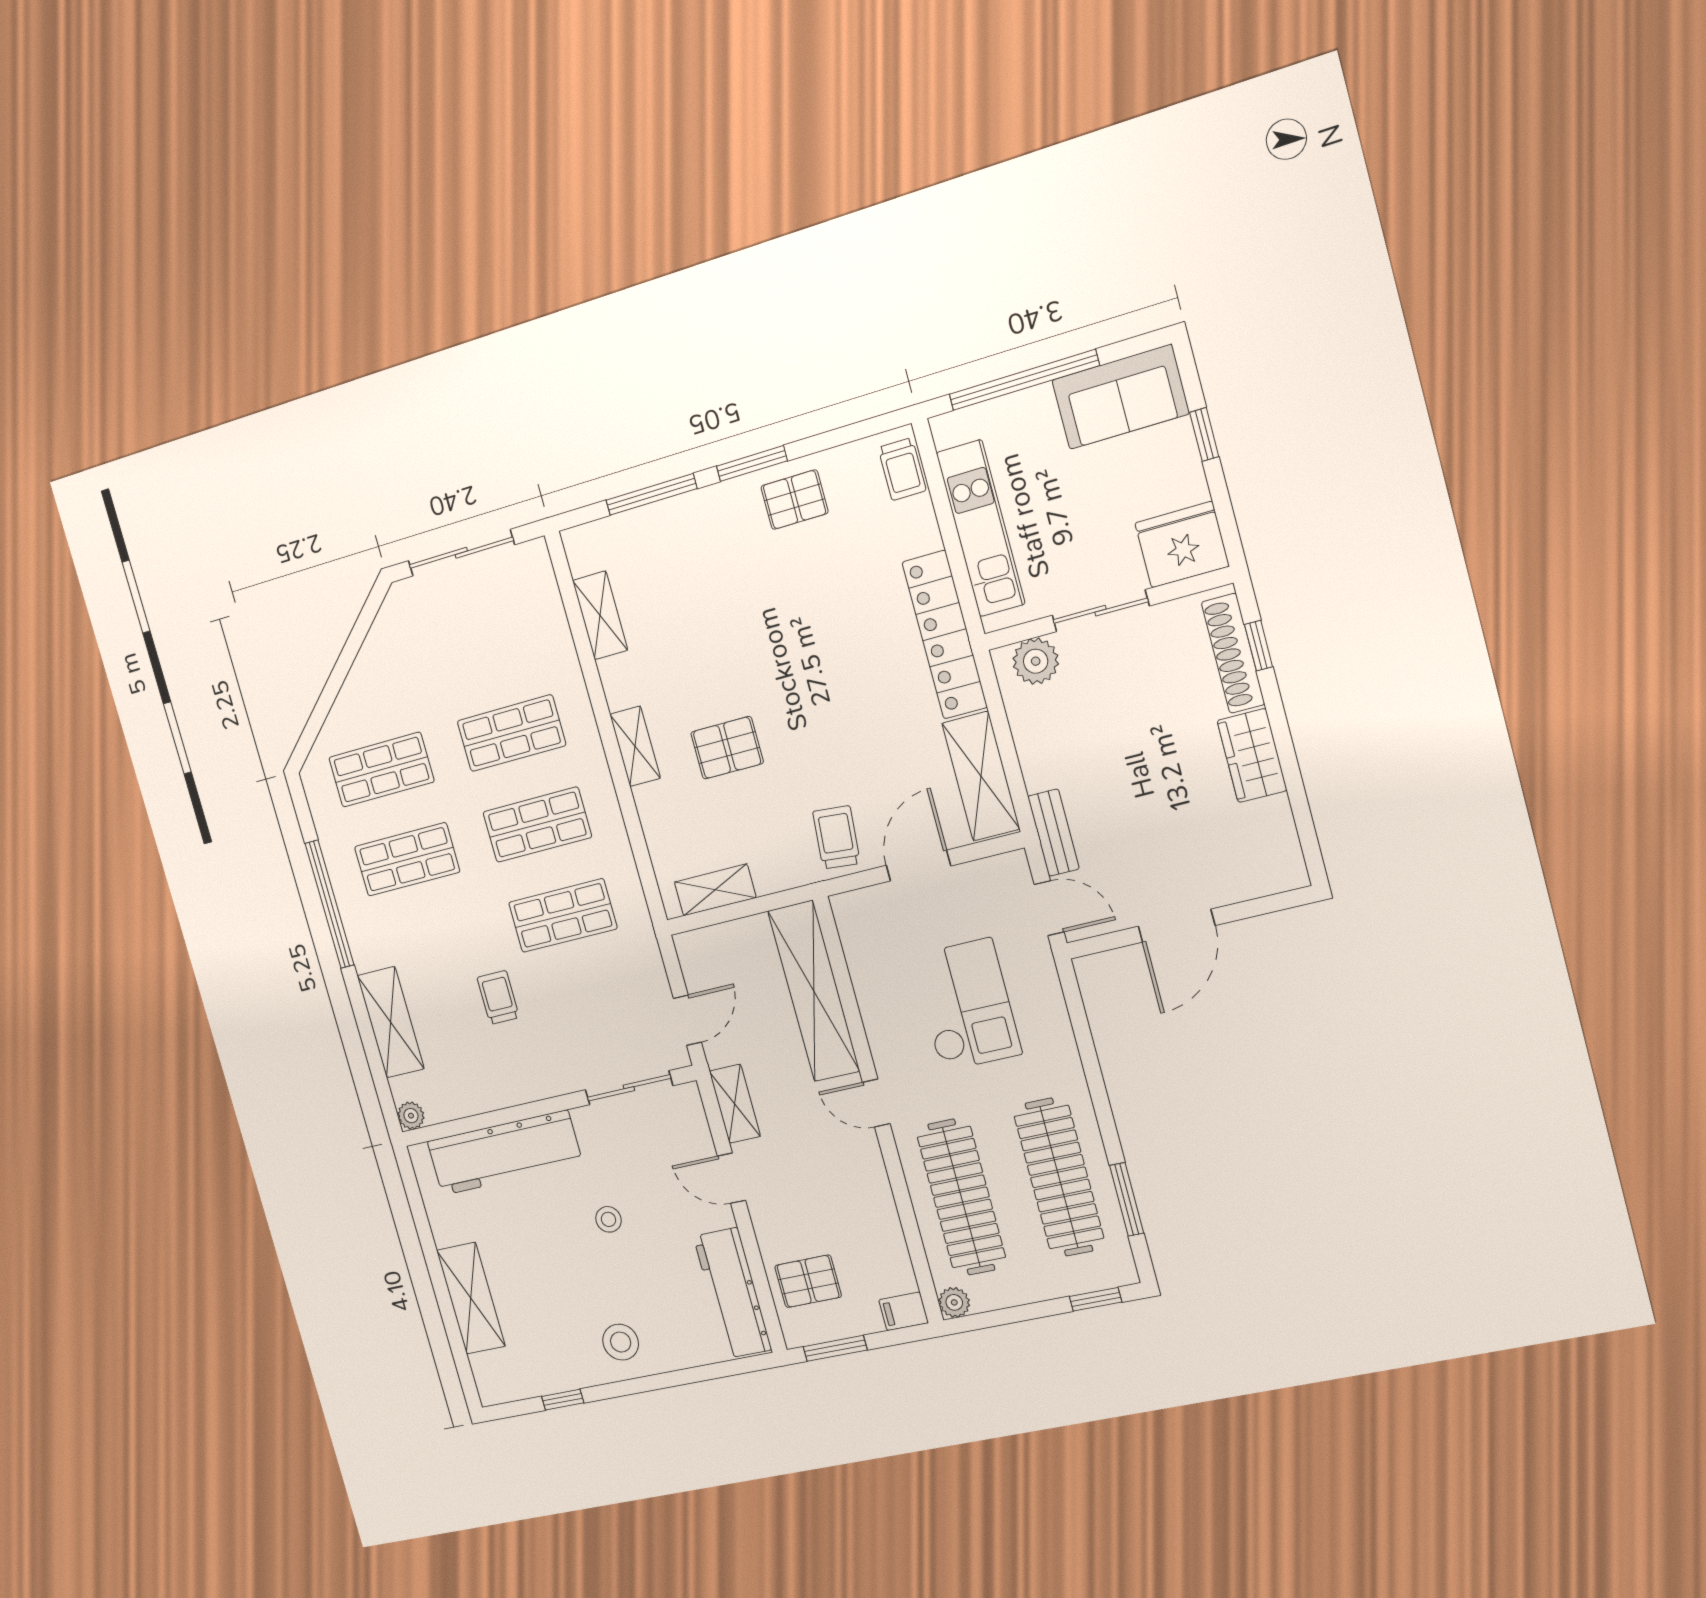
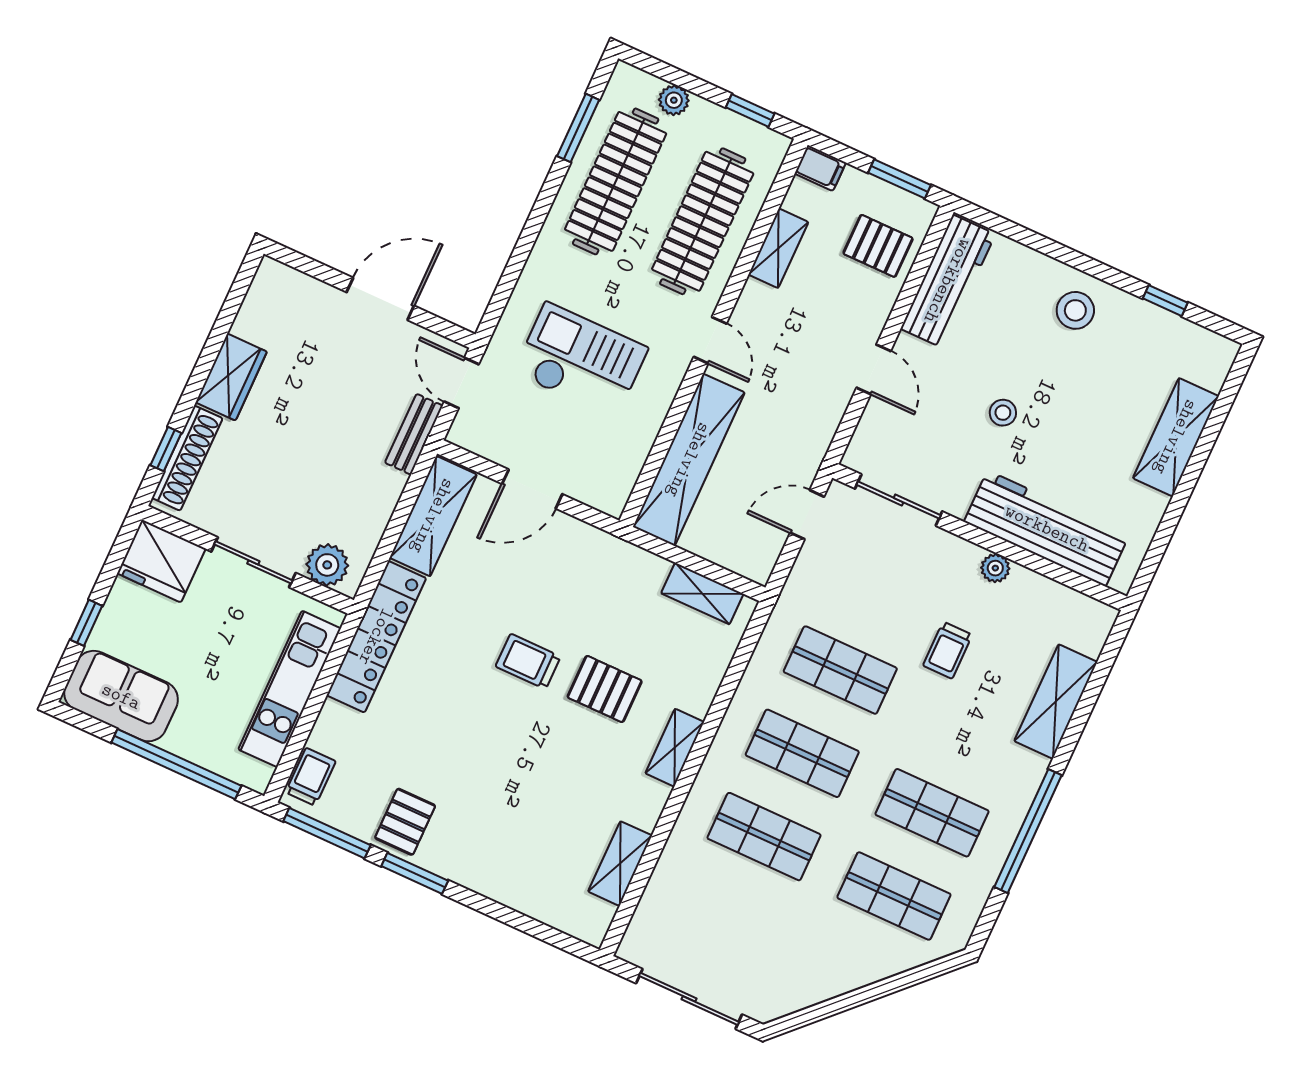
window: (651, 494) -> (327, 833), moved
pallet: (794, 500) -> (405, 822), turned 90
trolley: (836, 837) -> (528, 661), moved, turned 85
checkout: (966, 1005) -> (581, 360), turned 90
shelving: (735, 1104) -> (778, 248), moved
plant: (411, 1116) -> (995, 568), moved
window: (1096, 1299) -> (750, 110), moved
plant: (954, 1302) -> (674, 100), moved

